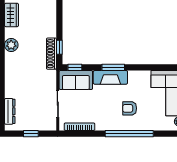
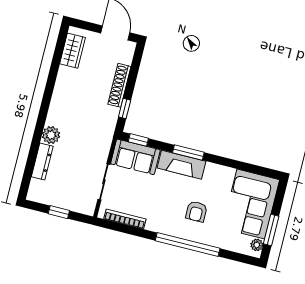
plant: (11, 45) -> (51, 135), moved
shoe rack: (51, 54) -> (119, 85), moved
armchair: (130, 108) -> (196, 211), turned -90
dresser: (10, 111) -> (42, 161), moved

